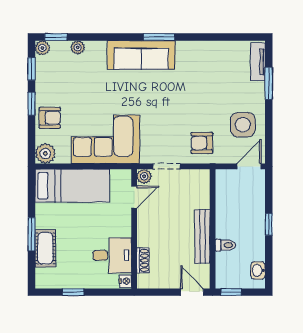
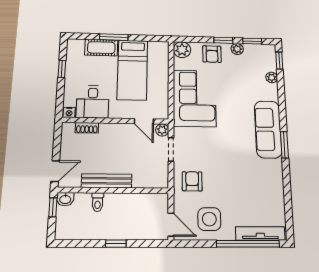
plant: (42, 48) -> (237, 49), moved
tv unit: (258, 62) -> (260, 233), width x1.41
window: (269, 83) -> (248, 244), width x2.11
bed: (72, 186) -> (132, 70), moved
washbasin: (258, 270) -> (65, 199), moved, turned 180

